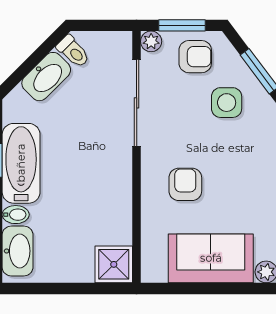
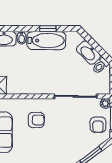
side table: (227, 103) -> (76, 140), removed

